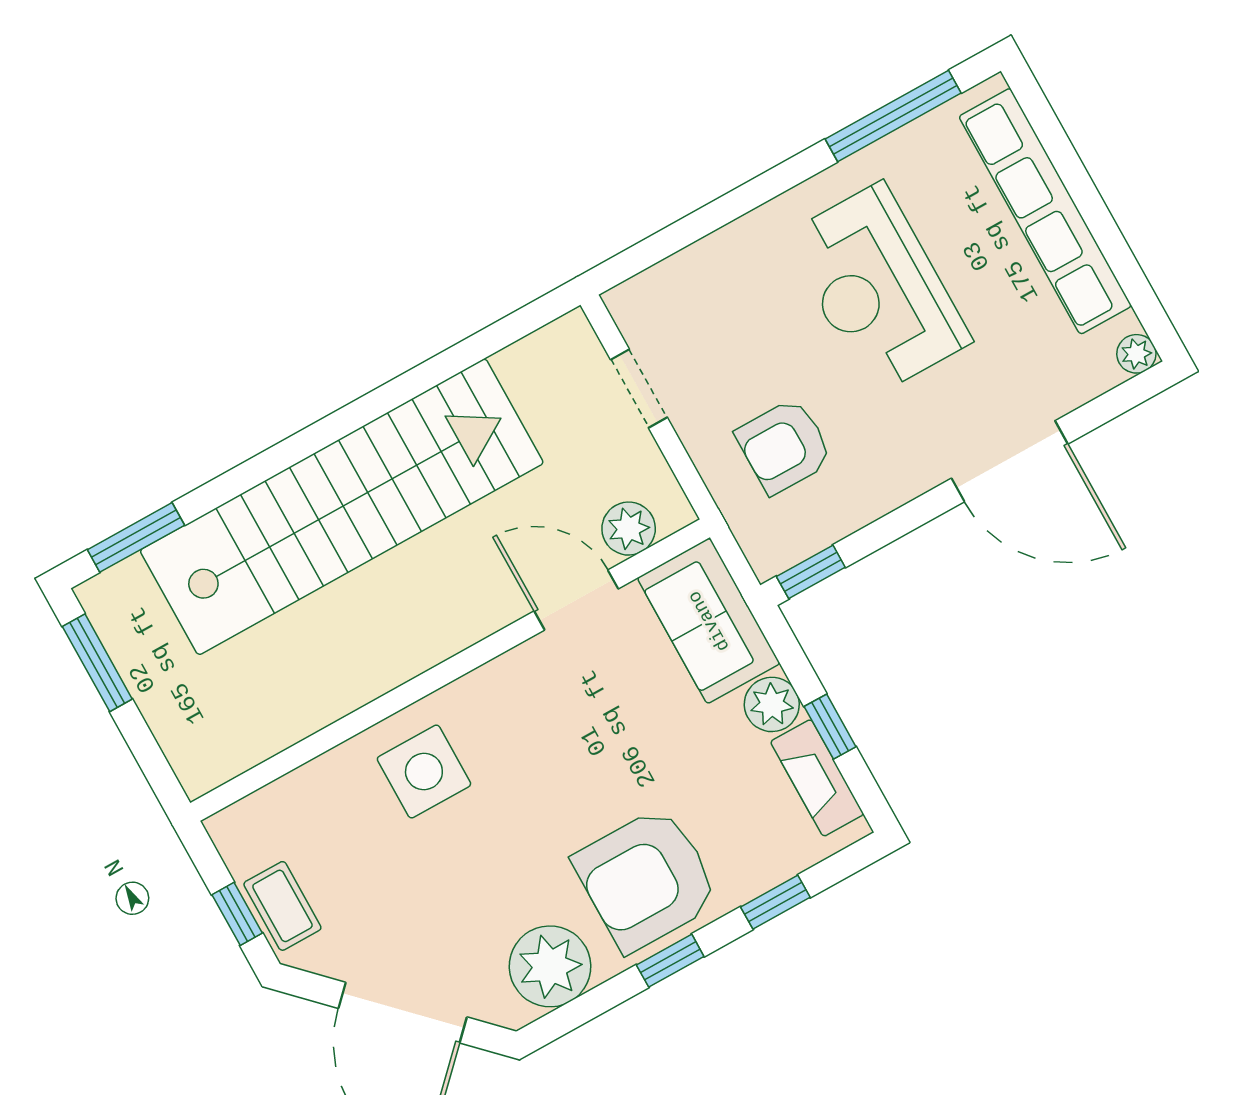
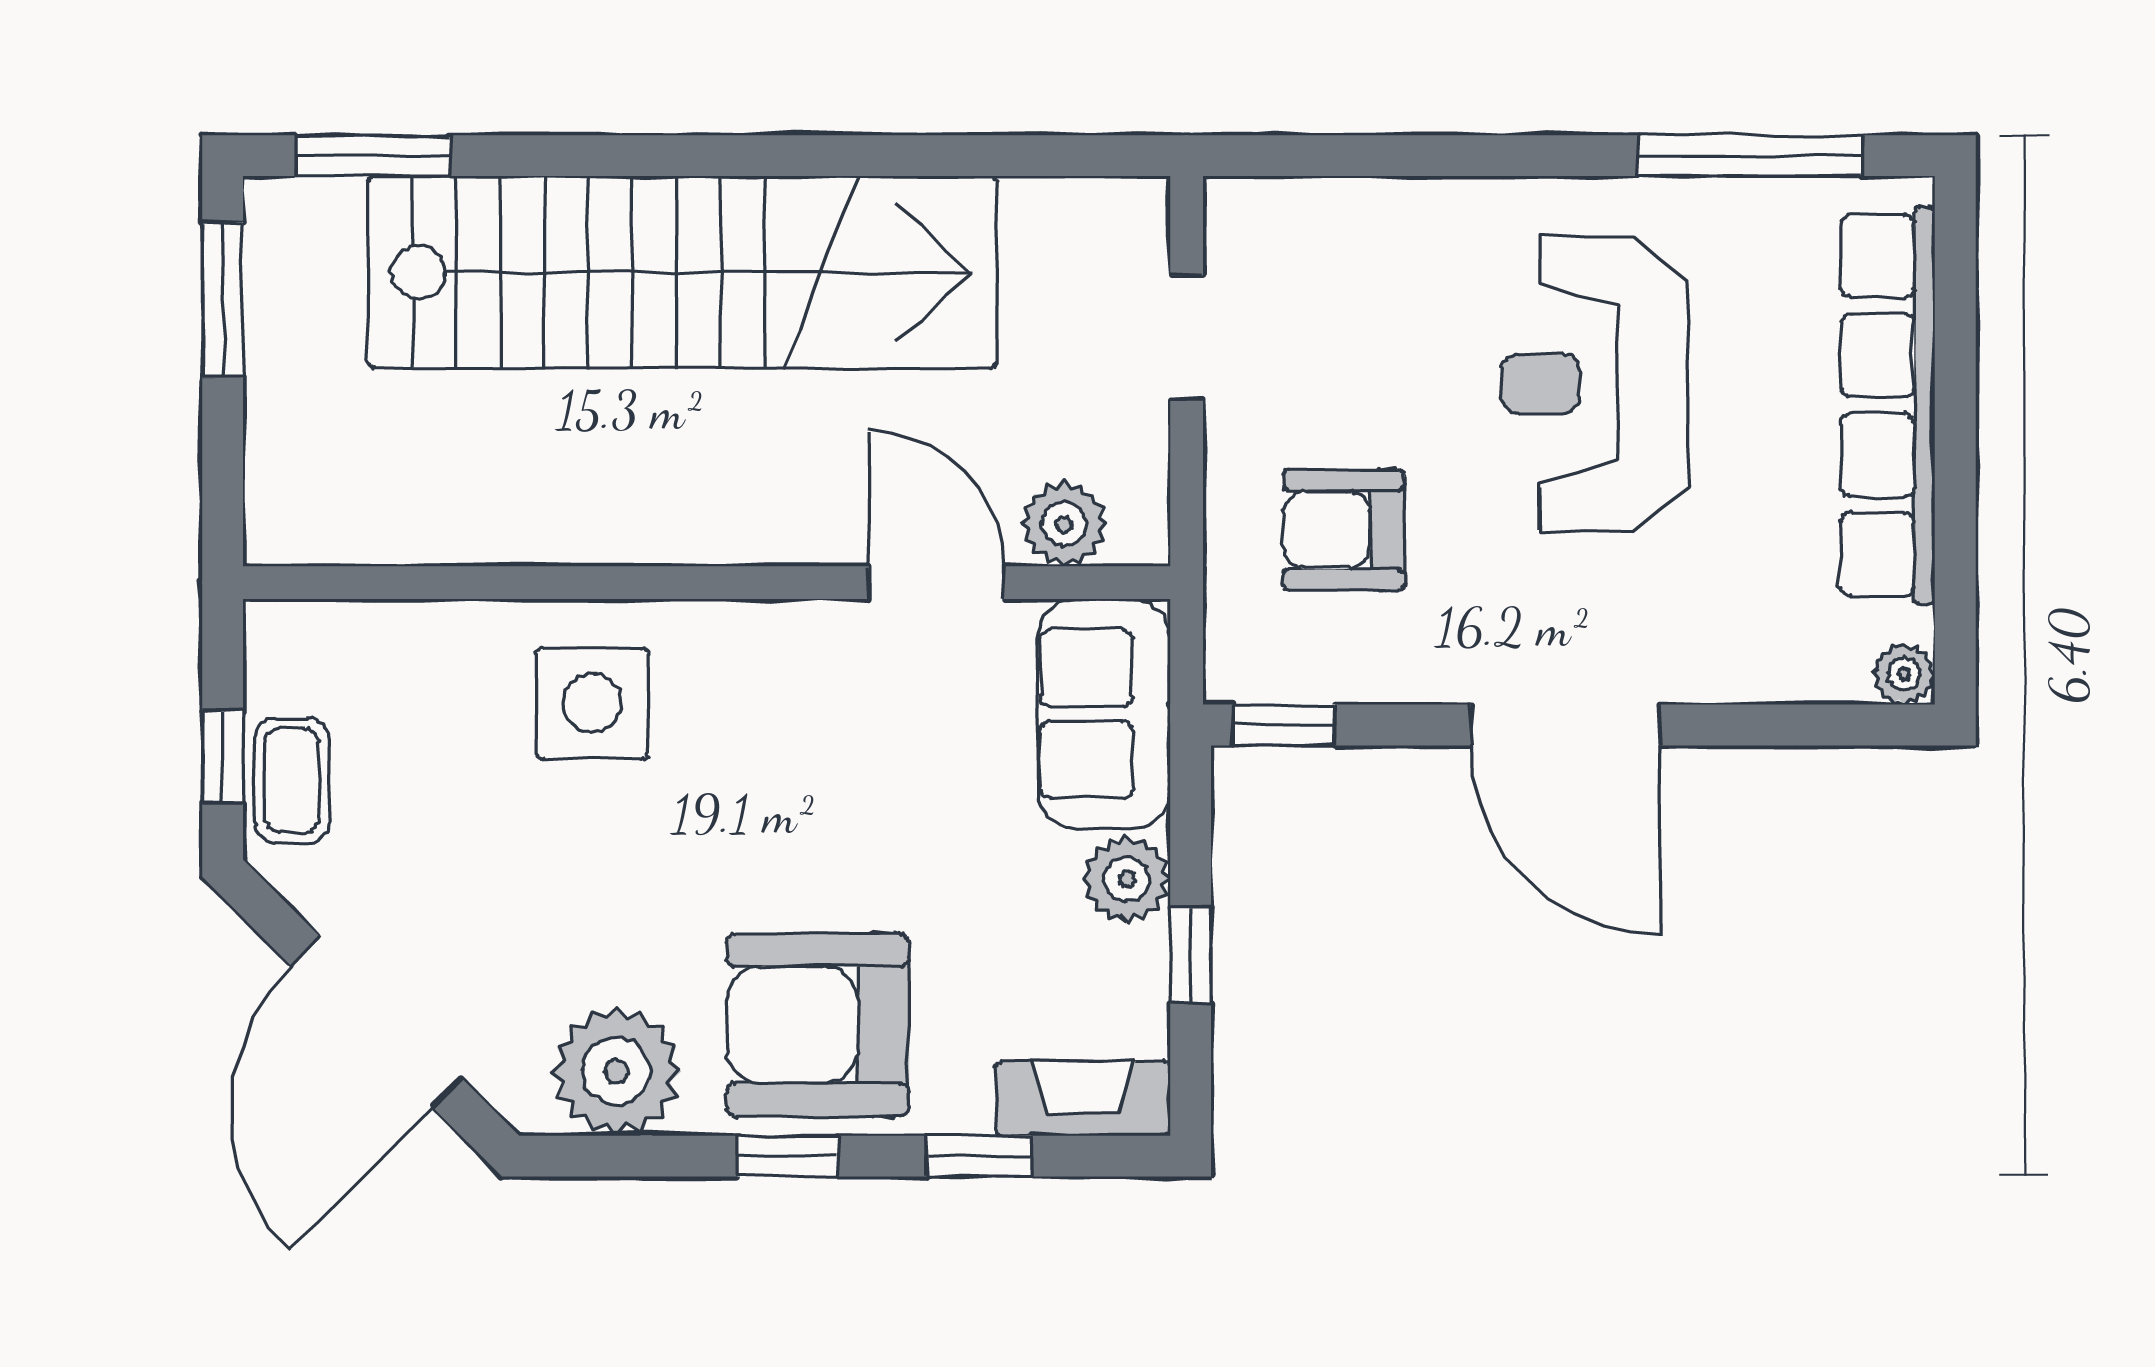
door: (1010, 461) -> (1566, 725), moved
fireplace: (817, 778) -> (1083, 1099), moved, turned 90

